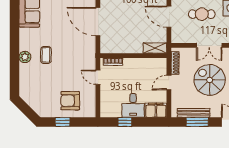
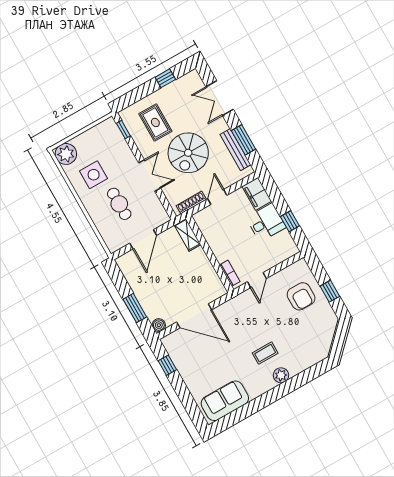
door: (98, 22) -> (194, 316), hinge flipped
door: (169, 83) -> (217, 197), swing flipped

